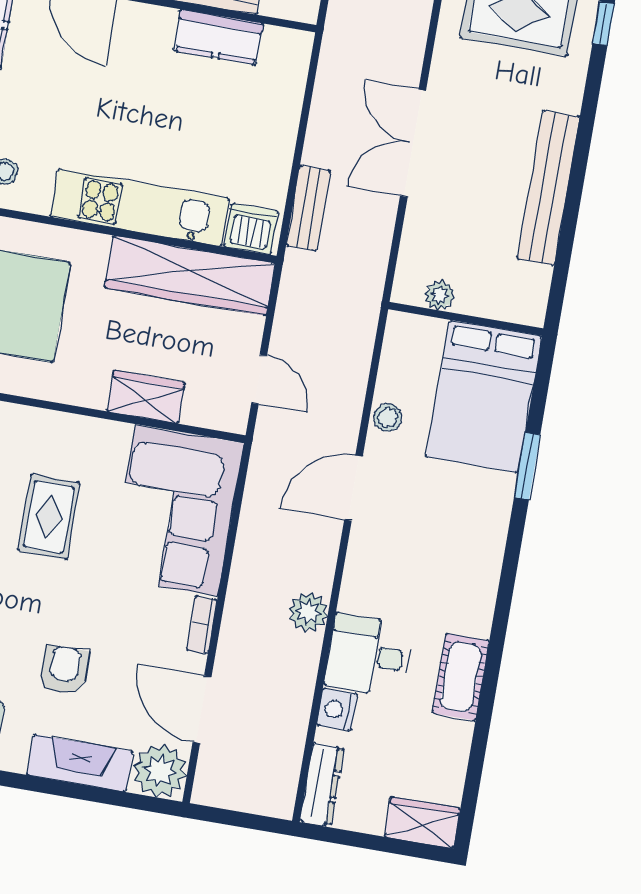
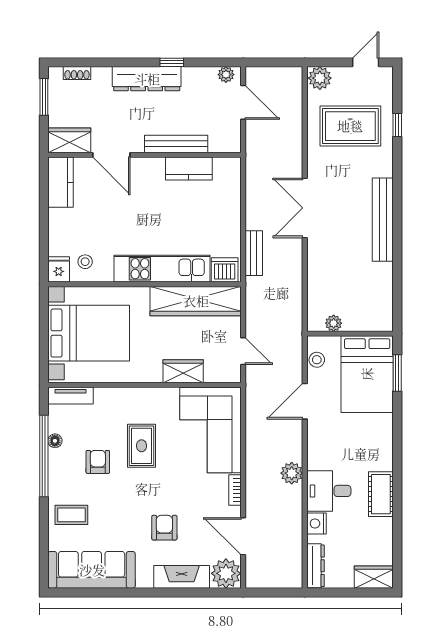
plant: (440, 295) -> (334, 323), moved
wall: (466, 319) -> (350, 334), moved
bed: (484, 396) -> (367, 374), moved

